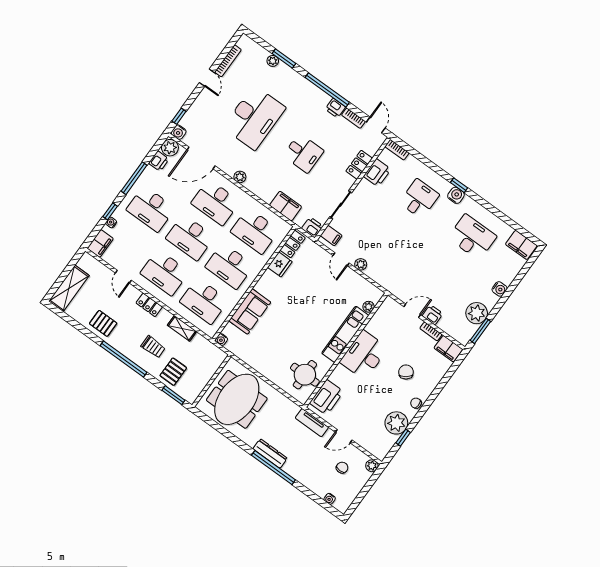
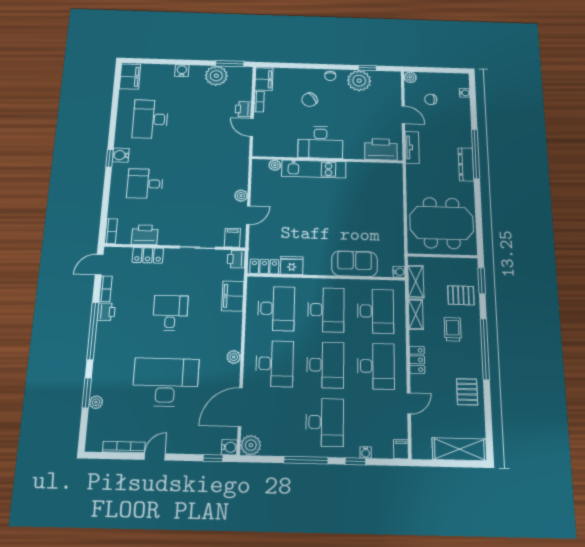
door: (201, 158) -> (240, 407), swing flipped
printer: (159, 161) -> (272, 447), removed
filing cabinet: (100, 243) -> (401, 449), width x0.50
shelving: (206, 346) -> (416, 282), added
round table: (305, 375) -> (375, 180), removed

